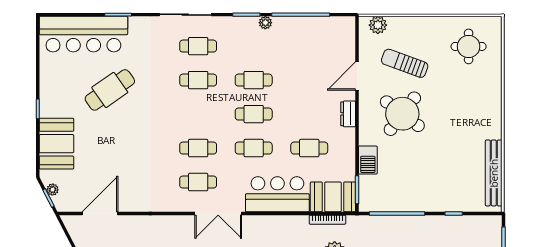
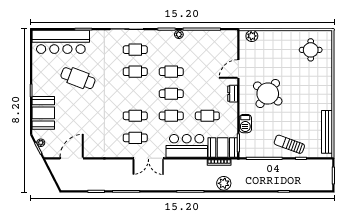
sun lounger: (405, 63) -> (289, 144), moved
cafe table: (110, 90) -> (78, 78), turned 56

